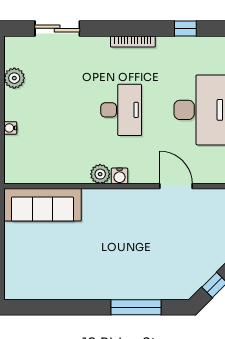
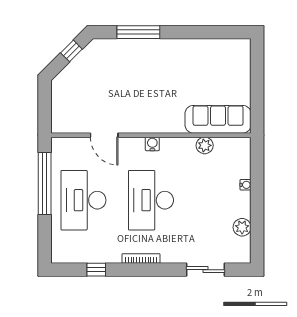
desk: (121, 110) -> (151, 200), width x1.36, depth x1.30
plant: (100, 174) -> (205, 145), moved

